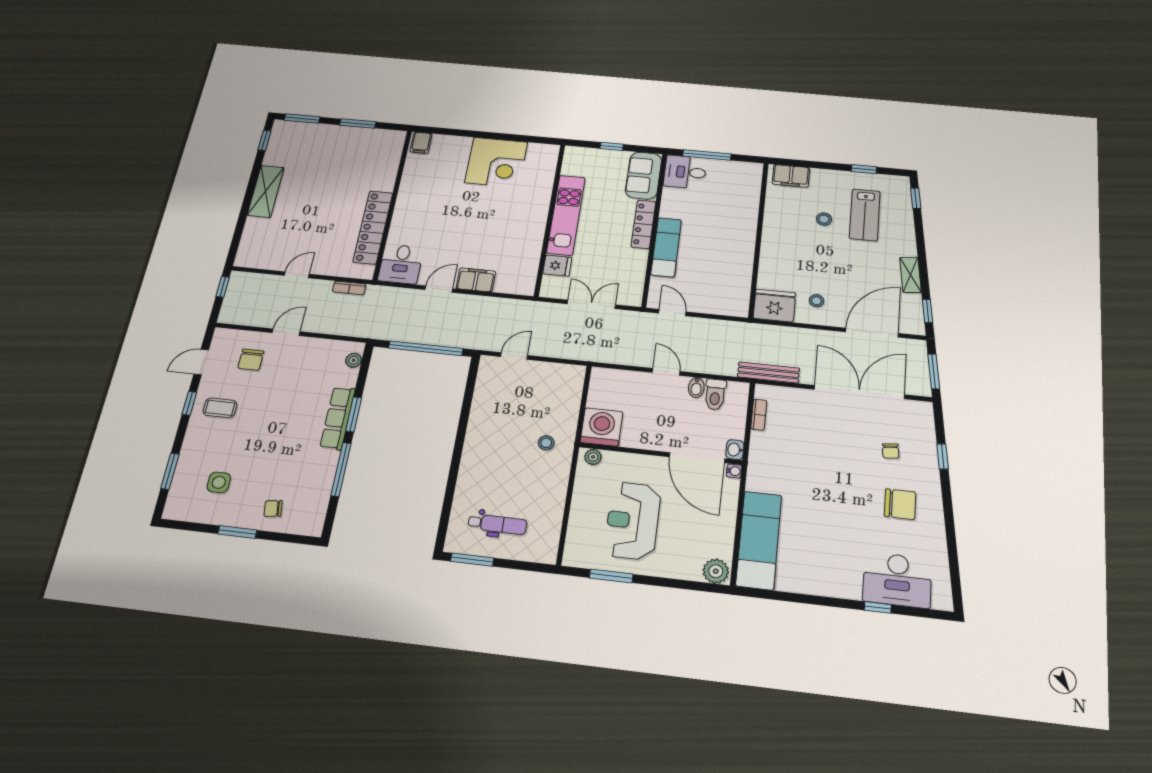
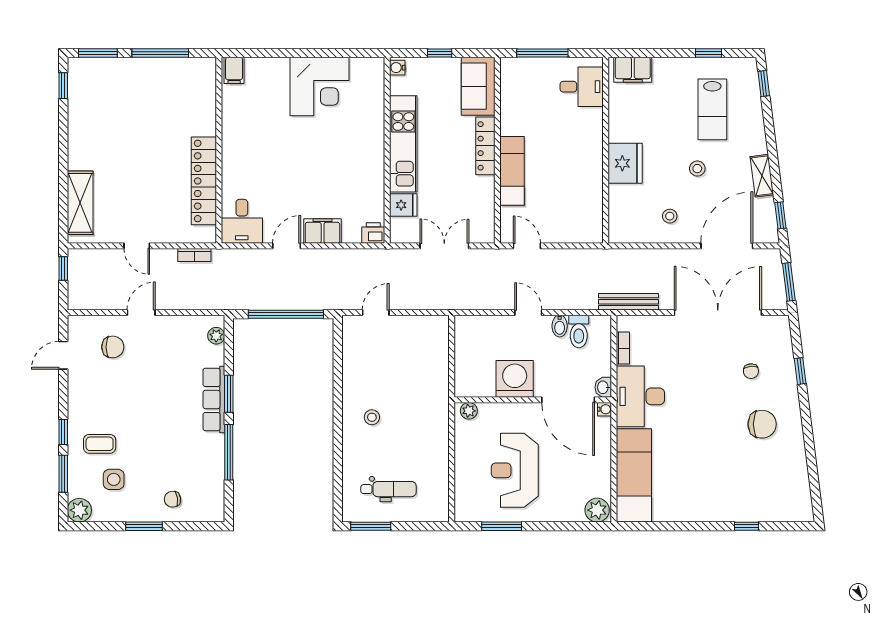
window: (358, 123) -> (160, 53), width x1.44
water cooler: (571, 154) -> (397, 68), added
desk: (685, 172) -> (582, 87), moved, turned 180
shelving: (266, 191) -> (80, 203), moved
stool: (824, 219) -> (697, 169), moved
door: (297, 275) -> (137, 246), swing flipped
printer: (524, 286) -> (373, 233), added
fridge: (774, 306) -> (625, 163), moved, turned 90
chair: (251, 360) -> (113, 347), turned -90
window: (189, 403) -> (63, 432), moved
coffee table: (220, 408) -> (100, 444), moved
washing machine: (602, 427) -> (515, 379), moved
stool: (546, 443) -> (372, 417), moved
plant: (176, 508) -> (79, 510), added
desk: (897, 580) -> (640, 396), moved, turned 90

